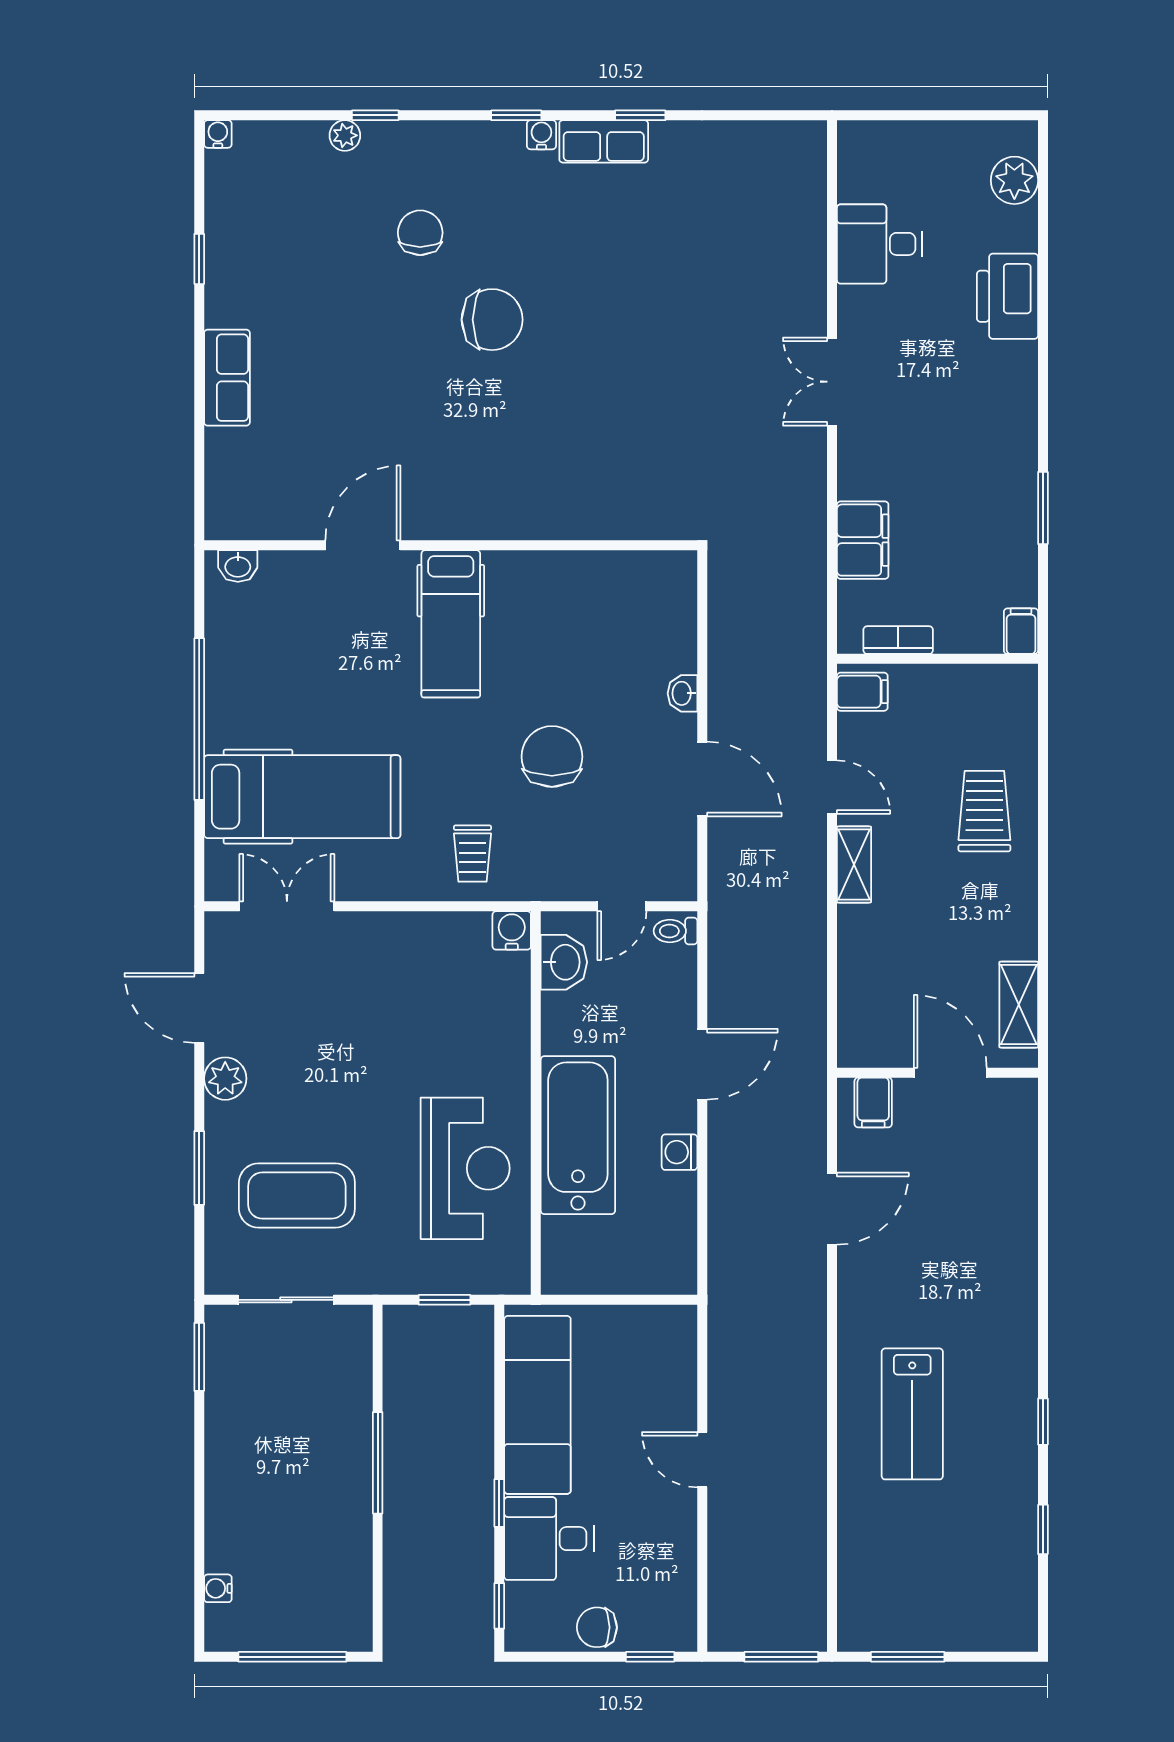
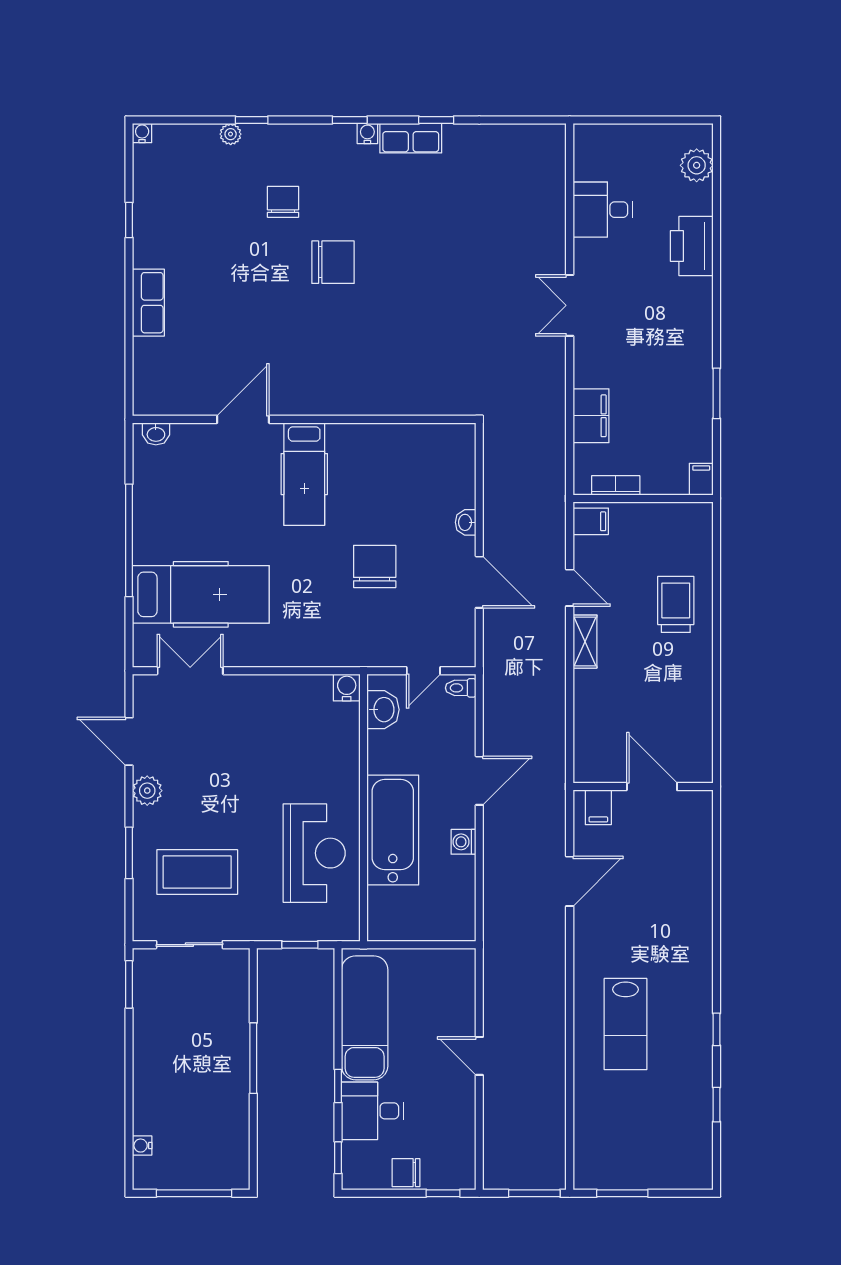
trolley: (472, 854) -> (319, 634), removed
shelving: (1019, 1005) -> (700, 739), removed

